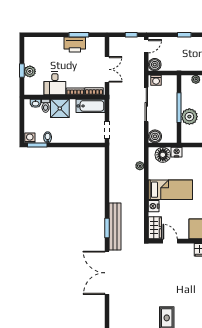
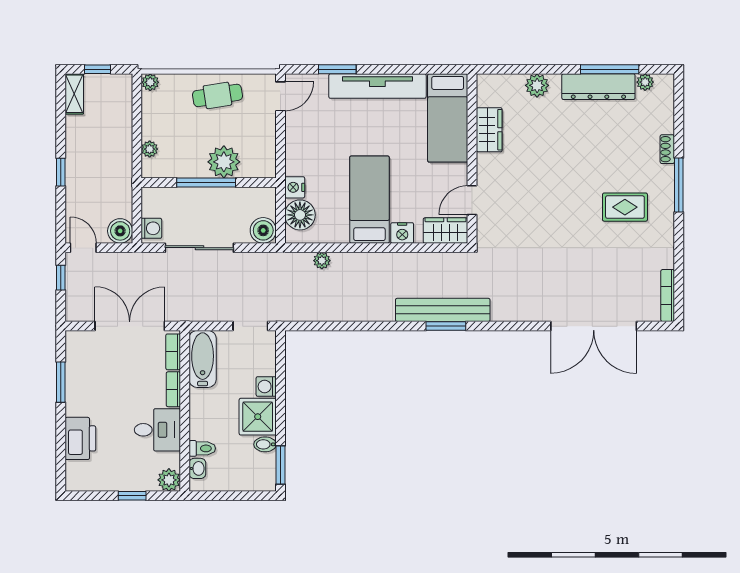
printer: (75, 45) -> (80, 438), moved
double door: (107, 69) -> (130, 326), width x1.37
plant: (30, 71) -> (169, 480), moved
shower: (60, 108) -> (258, 417), moved
washing machine: (30, 138) -> (266, 386), moved
double door: (107, 273) -> (594, 326), moved

